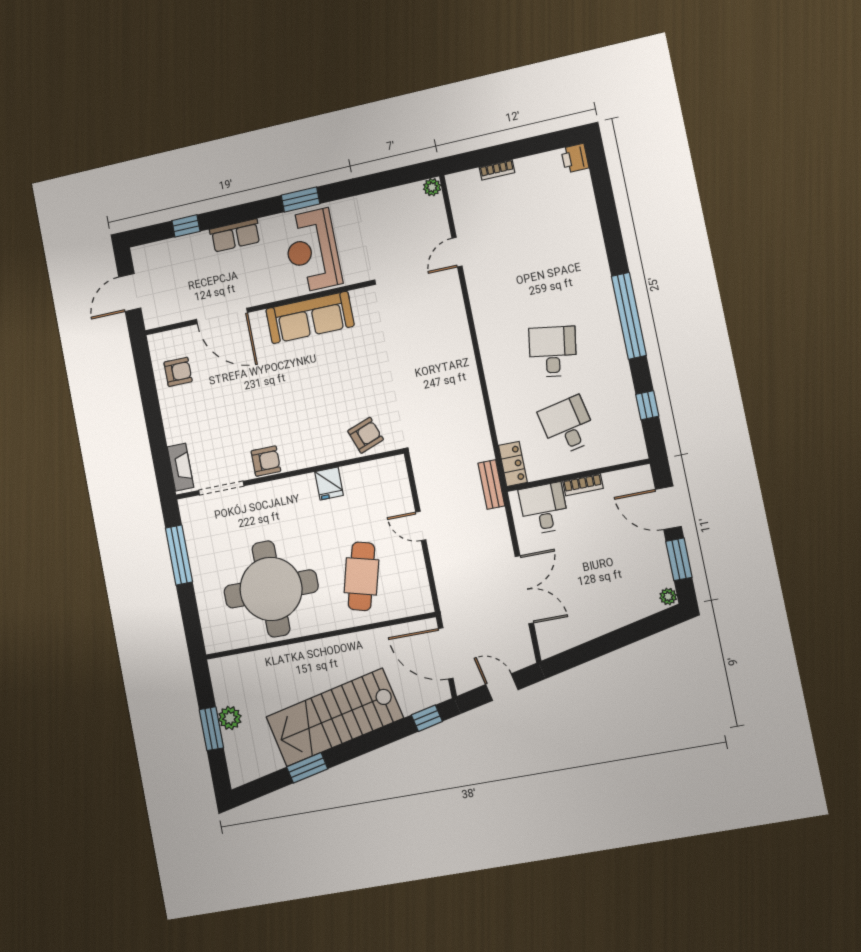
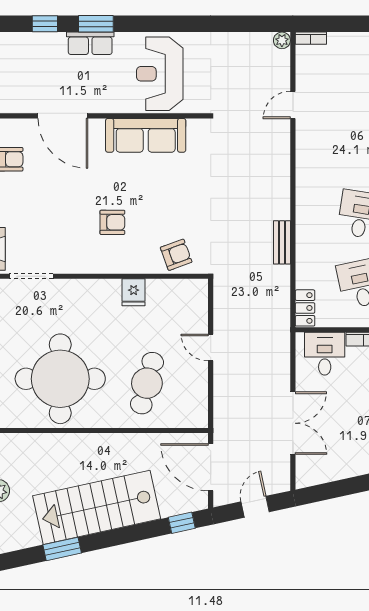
bookcase: (497, 170) -> (311, 38), moved
window: (300, 199) -> (96, 24), moved
armchair: (266, 461) -> (112, 222), moved
bench: (491, 484) -> (282, 242), moved
door: (502, 687) -> (255, 507), hinge flipped

